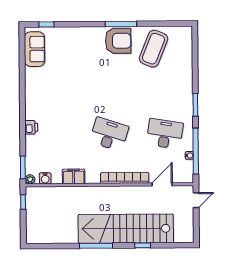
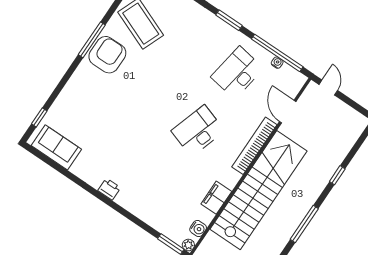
printer: (31, 127) -> (109, 189), moved
stairs: (126, 229) -> (258, 190), moved, turned 180

